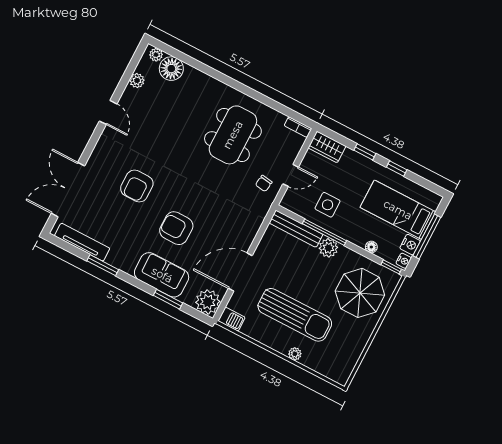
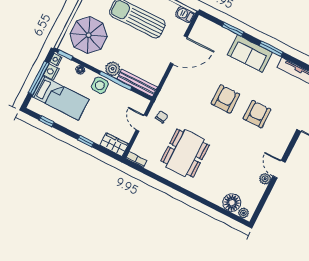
plant: (137, 81) -> (265, 179), moved
window: (397, 168) -> (46, 121), moved
door: (291, 175) -> (141, 123), hinge flipped
side table: (328, 205) -> (100, 85), moved
armchair: (176, 228) -> (225, 99), moved, turned -91
window: (103, 265) -> (271, 49), moved
sofa: (162, 275) -> (250, 54), moved
plant: (208, 302) -> (203, 27), removed

